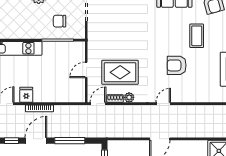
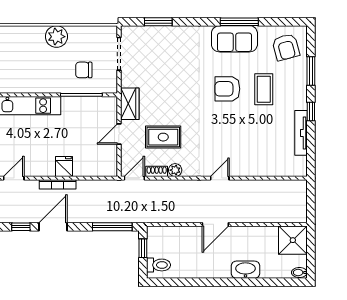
wardrobe: (94, 47) -> (130, 104), added
armchair: (177, 65) -> (227, 89), moved
rug: (120, 72) -> (163, 137), width x0.73, depth x0.70
fridge: (26, 95) -> (64, 167), moved
window: (70, 141) -> (112, 227), moved

